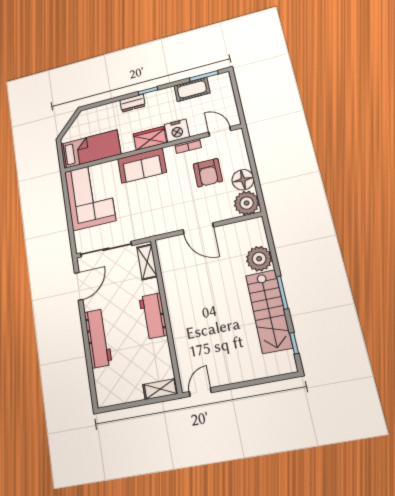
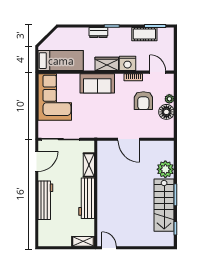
plant: (247, 203) -> (169, 99), moved, width x0.53, depth x0.53
shelving: (147, 262) -> (89, 165), moved
workbench: (153, 316) -> (87, 198), width x1.38
door: (200, 392) -> (109, 248), hinge flipped

